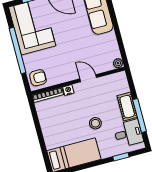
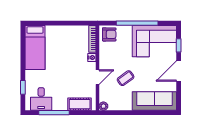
coffee table: (81, 47) -> (126, 78), added
armchair: (38, 78) -> (109, 34), turned -90
cot: (127, 107) -> (80, 104), moved
stool: (95, 123) -> (57, 73), removed

